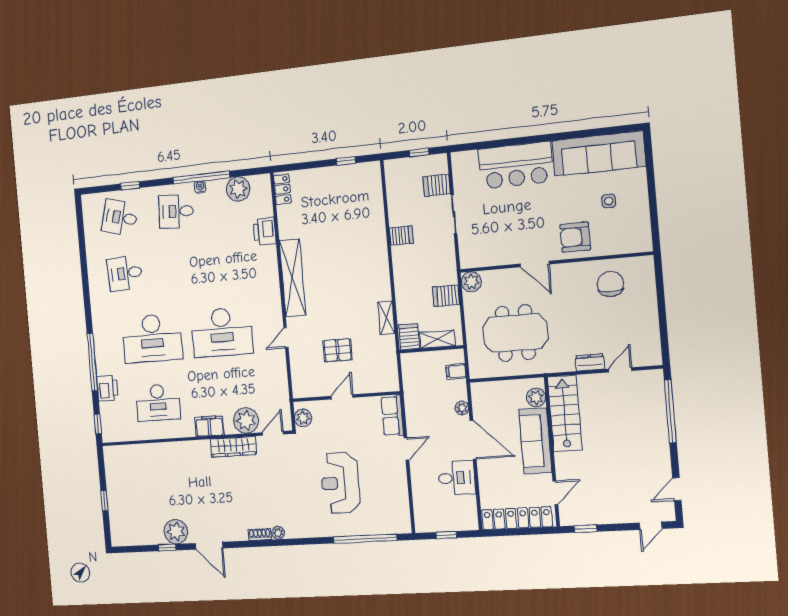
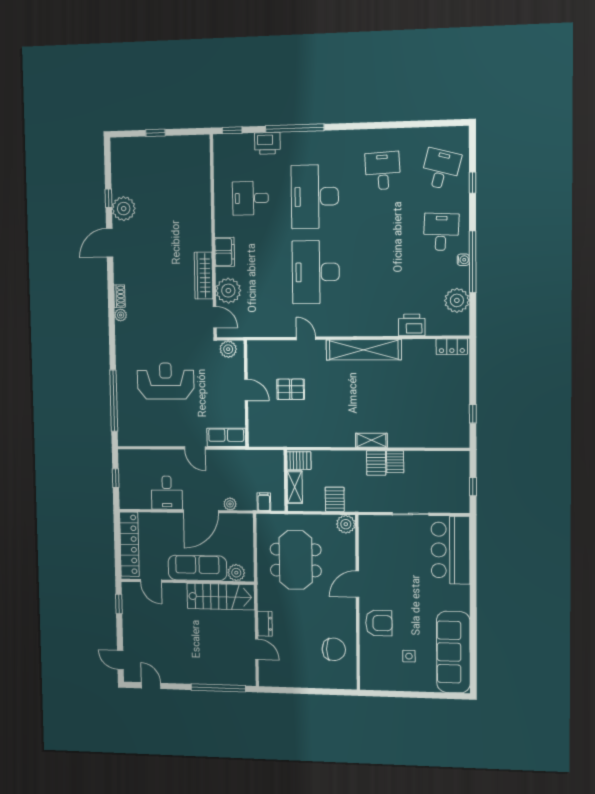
bar counter: (516, 165) -> (451, 550), moved
server rack: (437, 185) -> (376, 463), moved, turned 180
armchair: (575, 237) -> (379, 623), turned 90
shelving: (386, 318) -> (371, 440), moved
pallet: (337, 350) -> (291, 389), turned 90
desk: (158, 402) -> (250, 198), width x0.73

